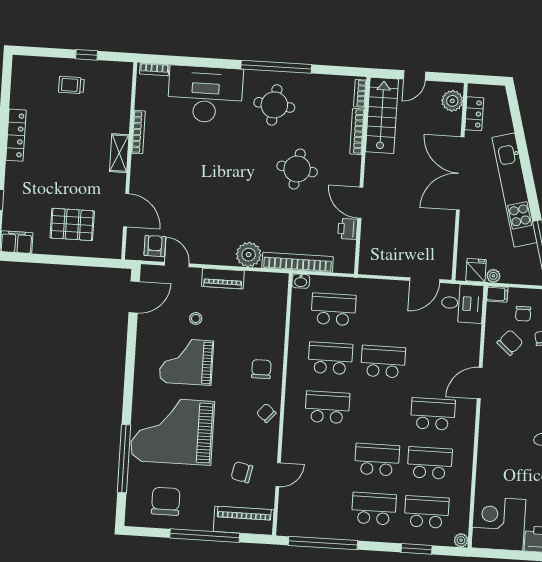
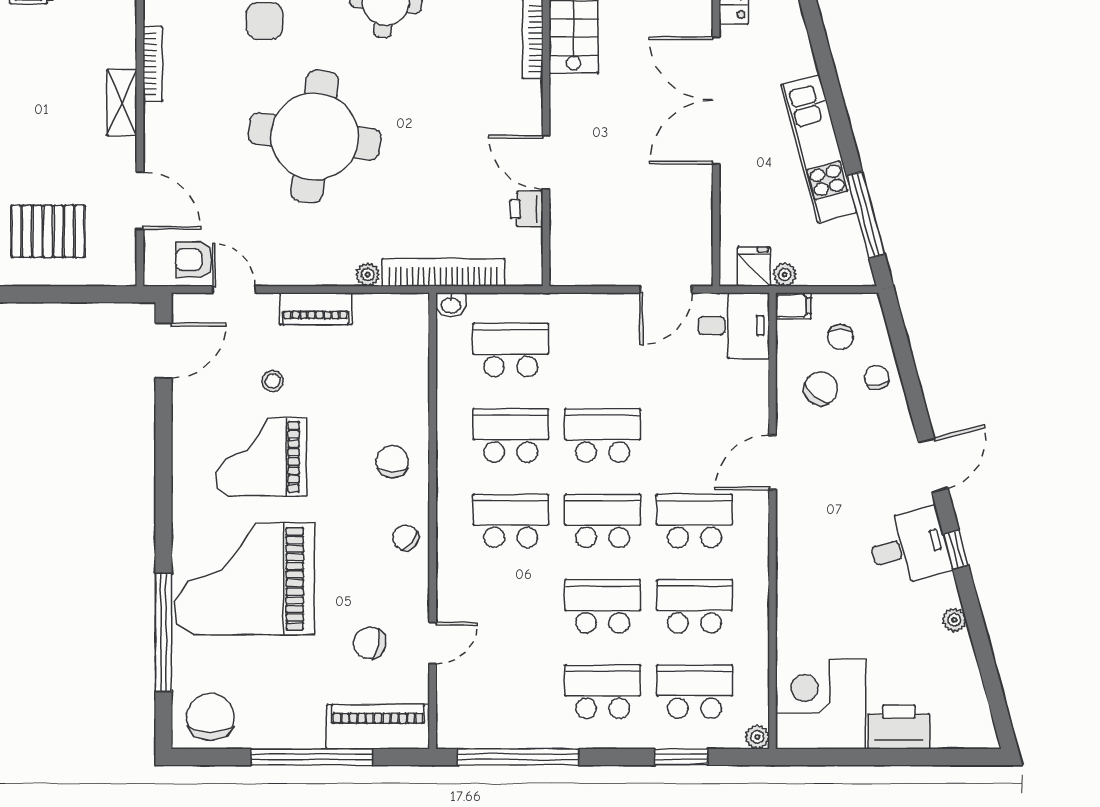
round table: (297, 169) -> (315, 136), moved, width x1.86, depth x1.86
kitchen unit: (515, 190) -> (819, 149), width x0.73
armchair: (155, 246) -> (194, 260), turned -90
plant: (249, 255) -> (368, 275), width x0.53, depth x0.53
school desk: (380, 411) -> (603, 521), added
chair: (166, 501) -> (210, 717), moved

